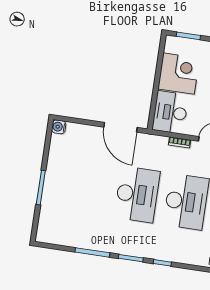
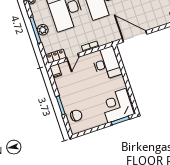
corner desk: (179, 74) -> (117, 106), moved, turned 90

